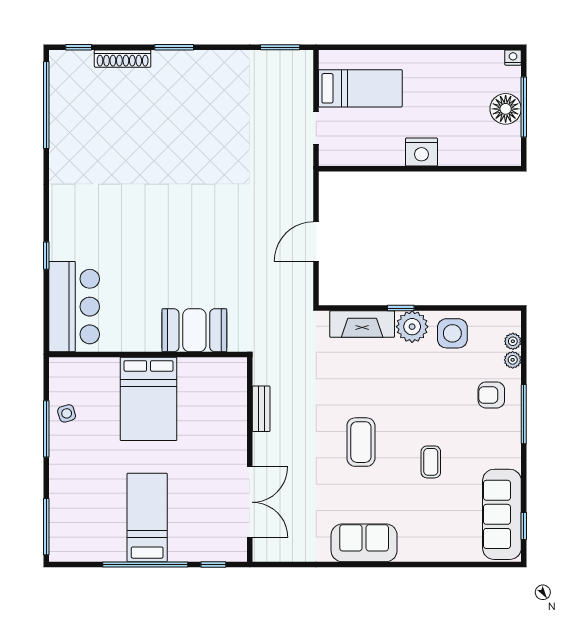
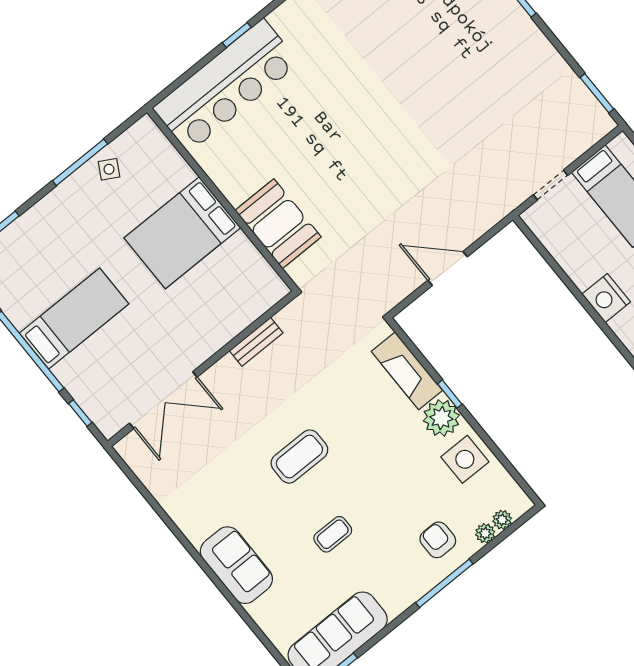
bar counter: (74, 307) -> (226, 86), width x1.36
side table: (67, 413) -> (109, 169), turned 45
sofa: (364, 543) -> (236, 565), moved

